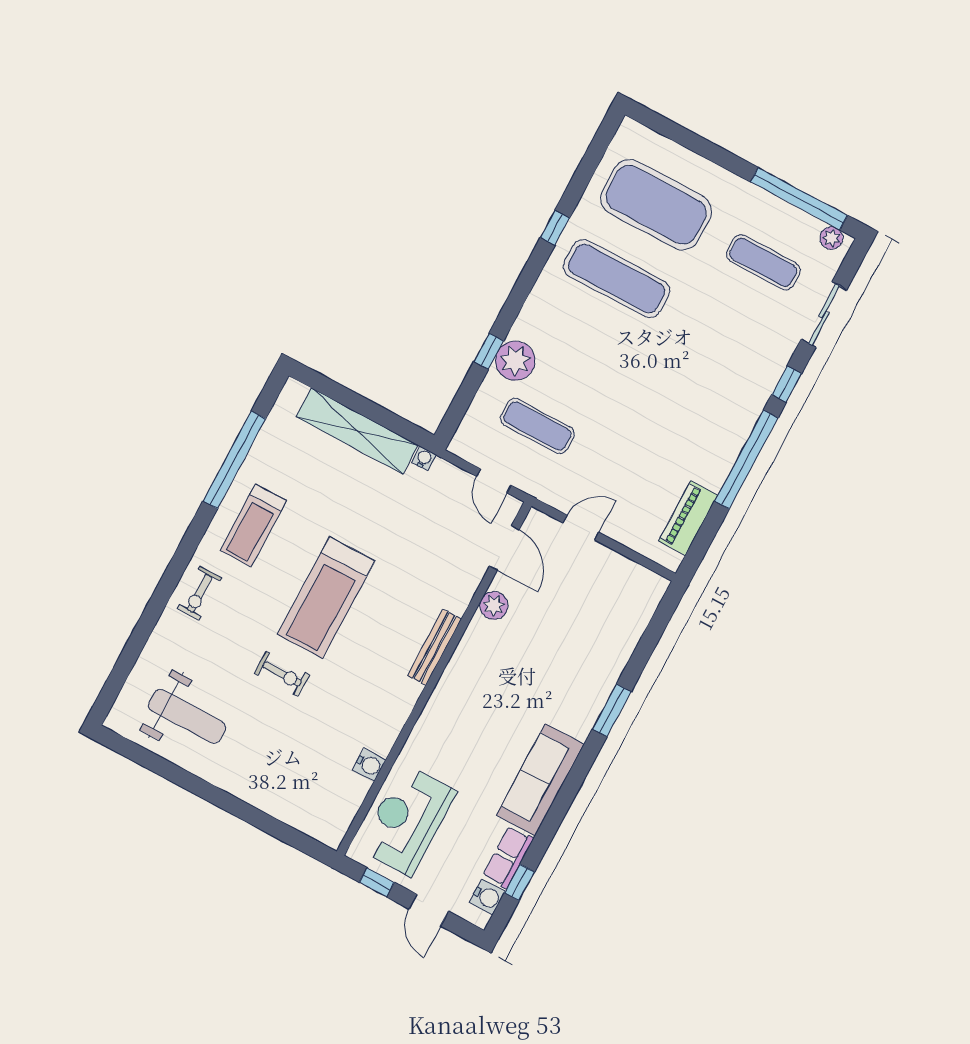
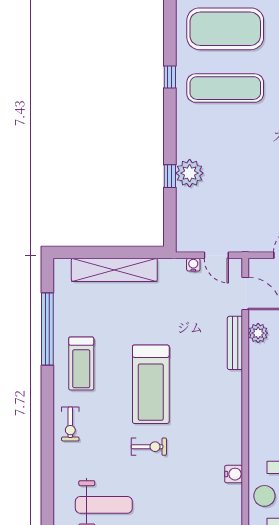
exercise mat: (537, 426) -> (225, 207), removed
water cooler: (424, 458) -> (193, 265), moved
bench: (434, 647) -> (235, 343), moved

